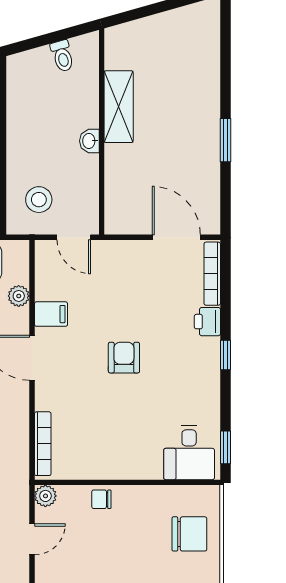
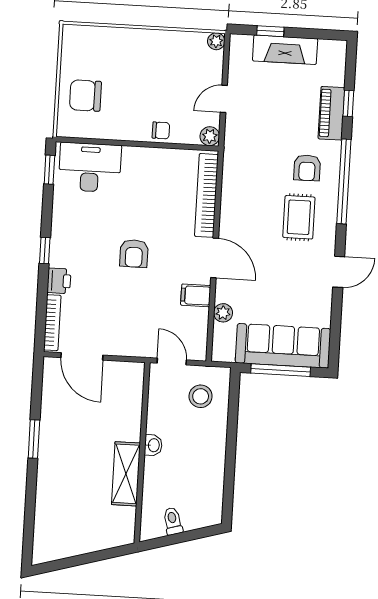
bookcase: (43, 444) -> (206, 195), width x1.48, depth x1.31
desk: (189, 453) -> (90, 167), width x1.37

